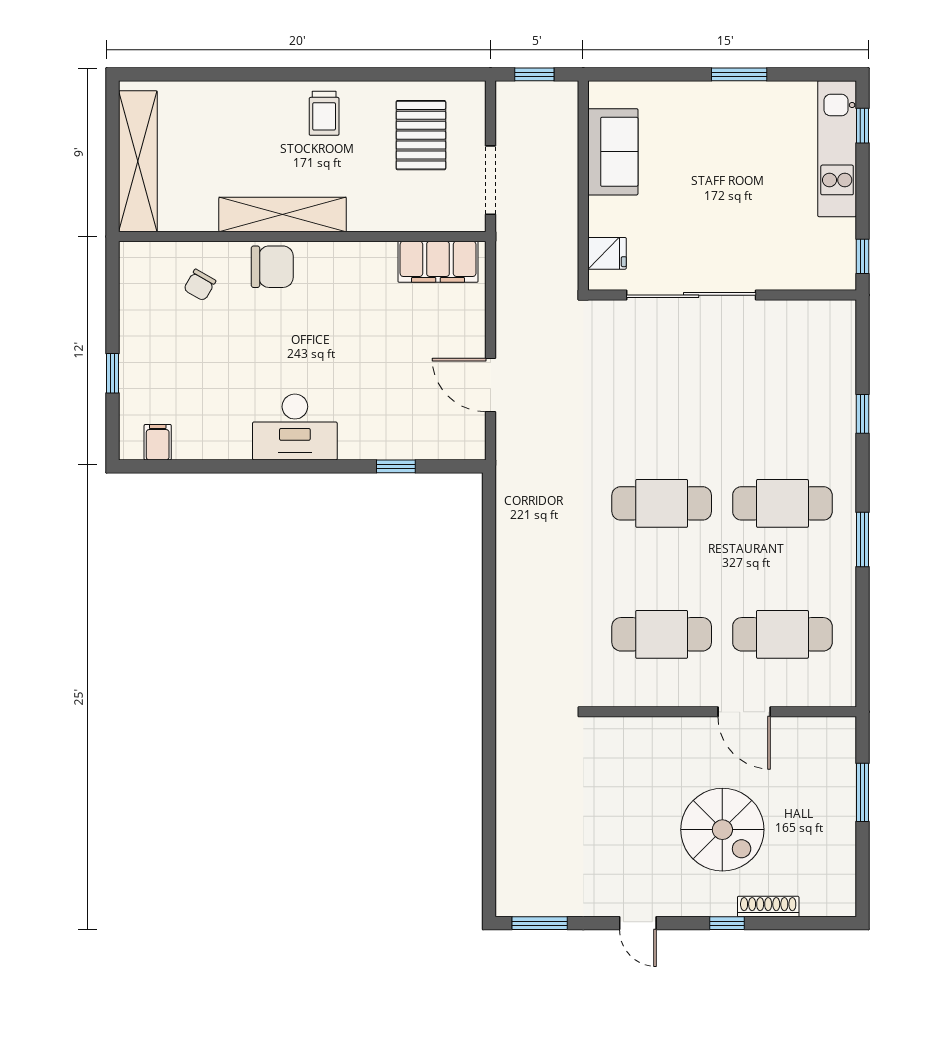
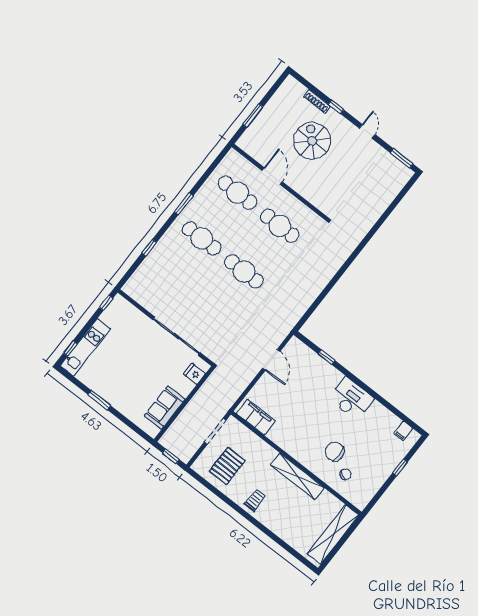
chair: (272, 267) -> (335, 452), moved

